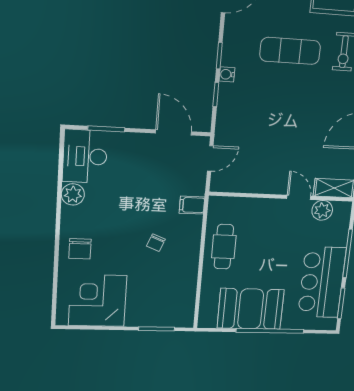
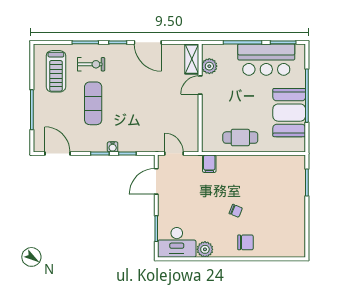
chair: (156, 243) -> (236, 211), moved
corner desk: (98, 301) -> (285, 227), removed

